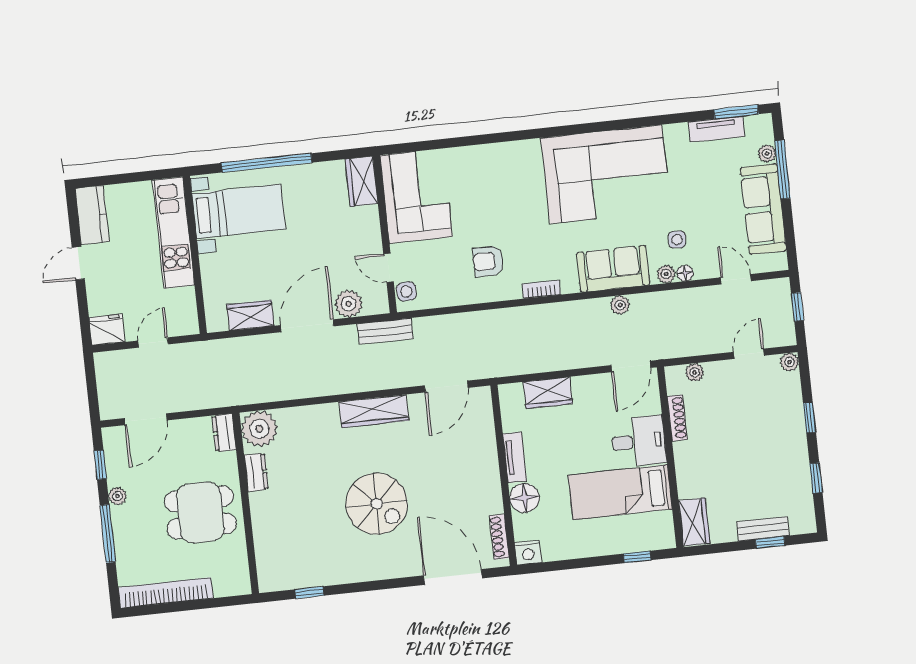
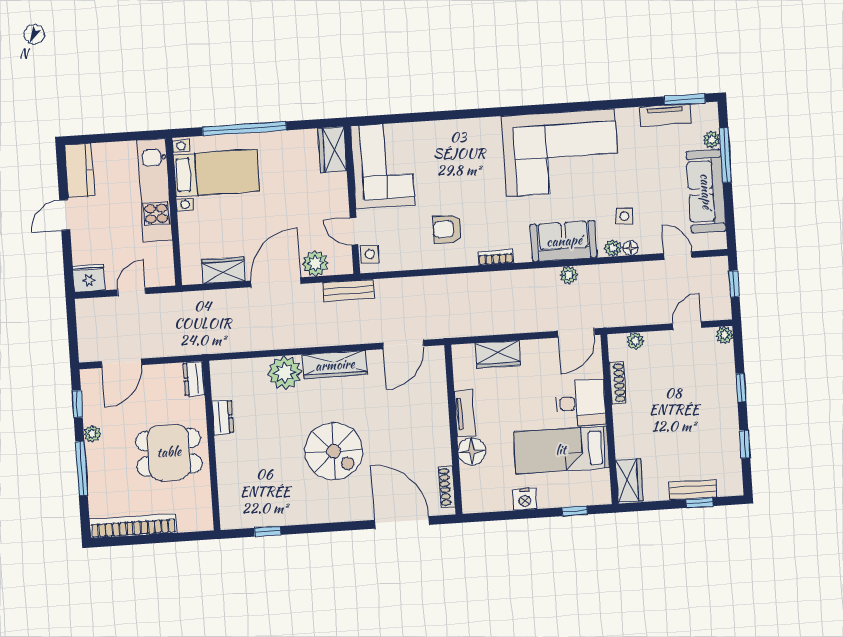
plant: (259, 429) -> (285, 373), moved
nightstand: (528, 553) -> (525, 499), moved

